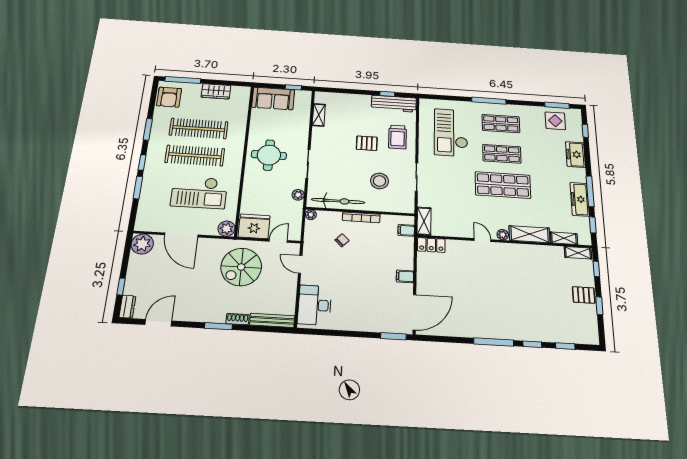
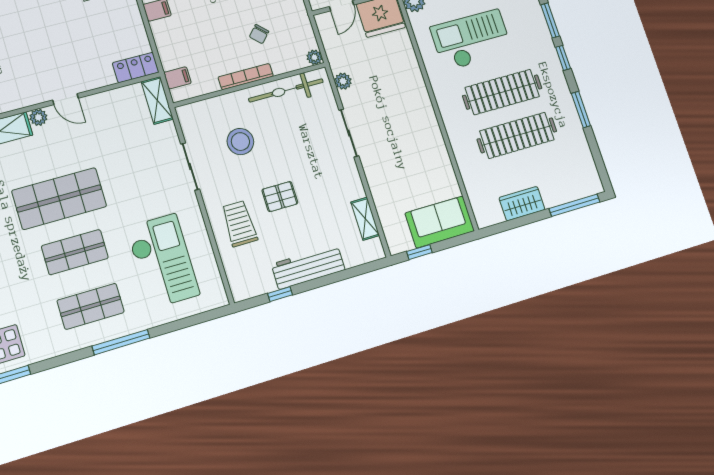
armchair: (169, 97) -> (579, 170), removed
workbench: (394, 104) -> (308, 267), moved
round table: (269, 155) -> (407, 128), removed

